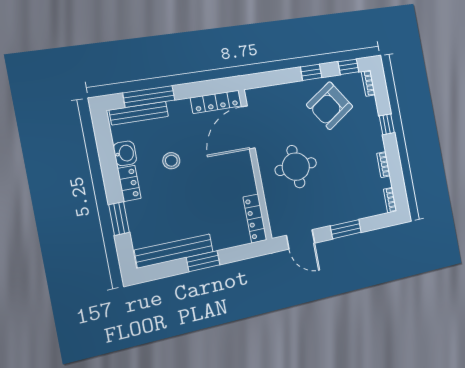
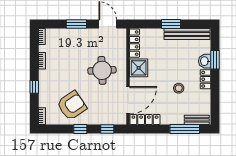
window: (348, 67) -> (107, 129), moved
bench: (139, 113) -> (197, 120), width x0.73
washbasin: (125, 153) -> (205, 61), moved
shower: (241, 181) -> (139, 68), added

